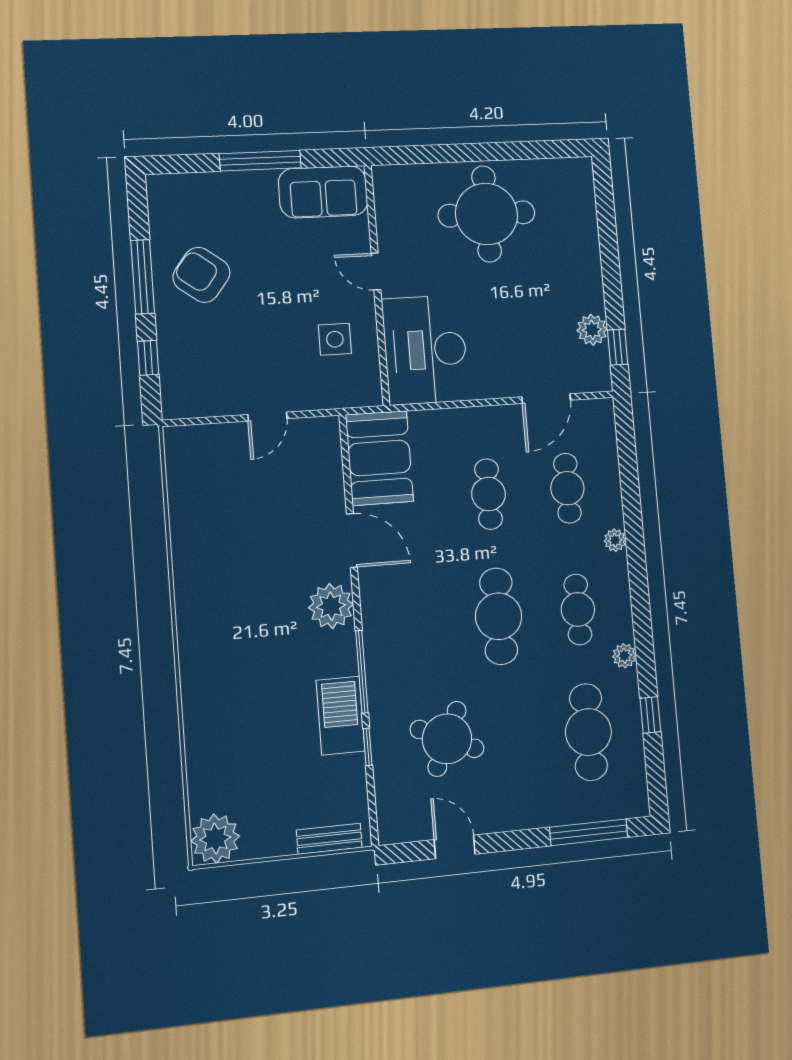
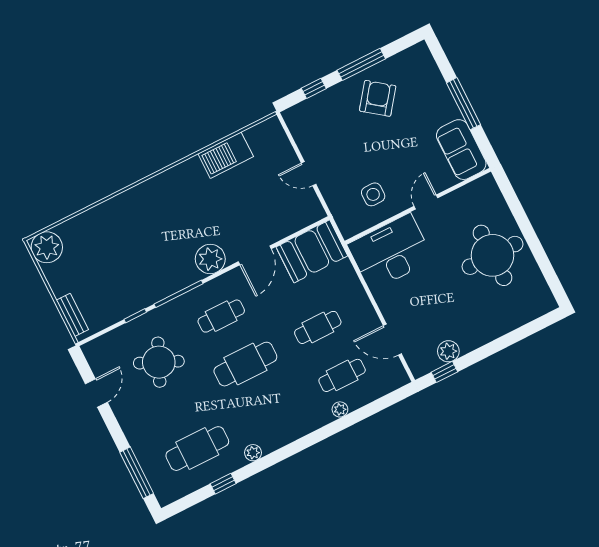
plant: (615, 540) -> (340, 409), moved
cafe table: (578, 609) -> (221, 316), moved
barbecue: (341, 716) -> (226, 155), moved, turned 180

